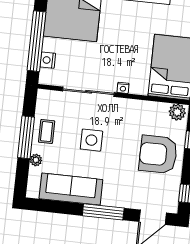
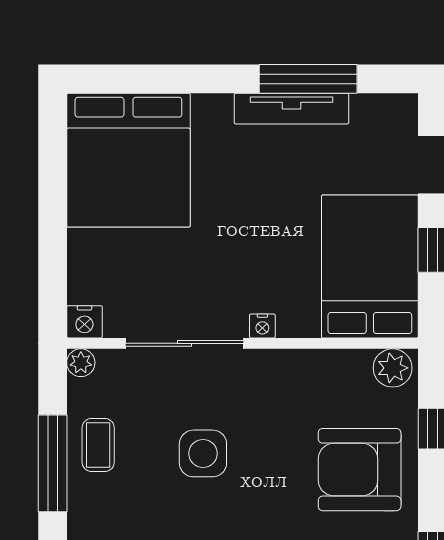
window: (36, 41) -> (53, 240), removed
nightstand: (48, 60) -> (84, 322), moved, turned -90
plant: (36, 160) -> (81, 363), moved

